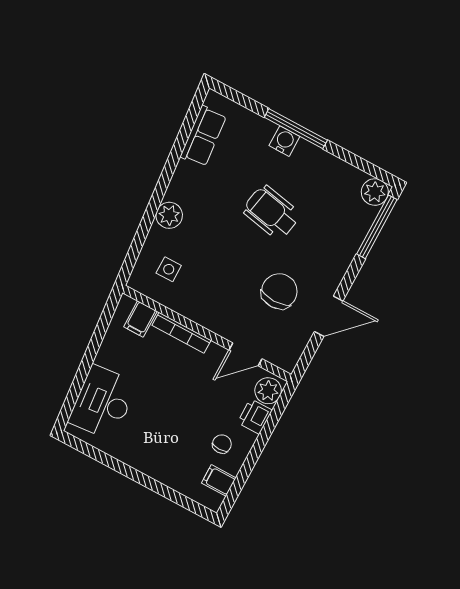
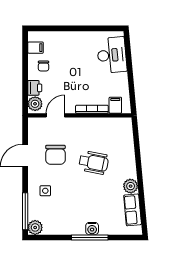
wheelchair: (272, 212) -> (94, 162), moved
plant: (169, 215) -> (131, 186), moved
side table: (169, 269) -> (45, 191), moved

